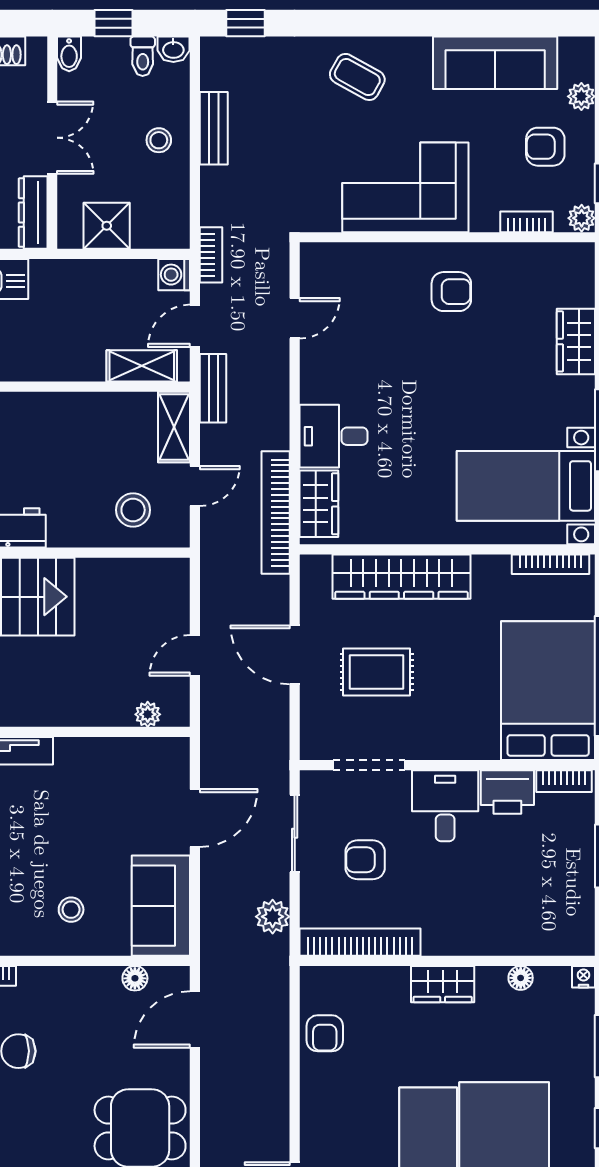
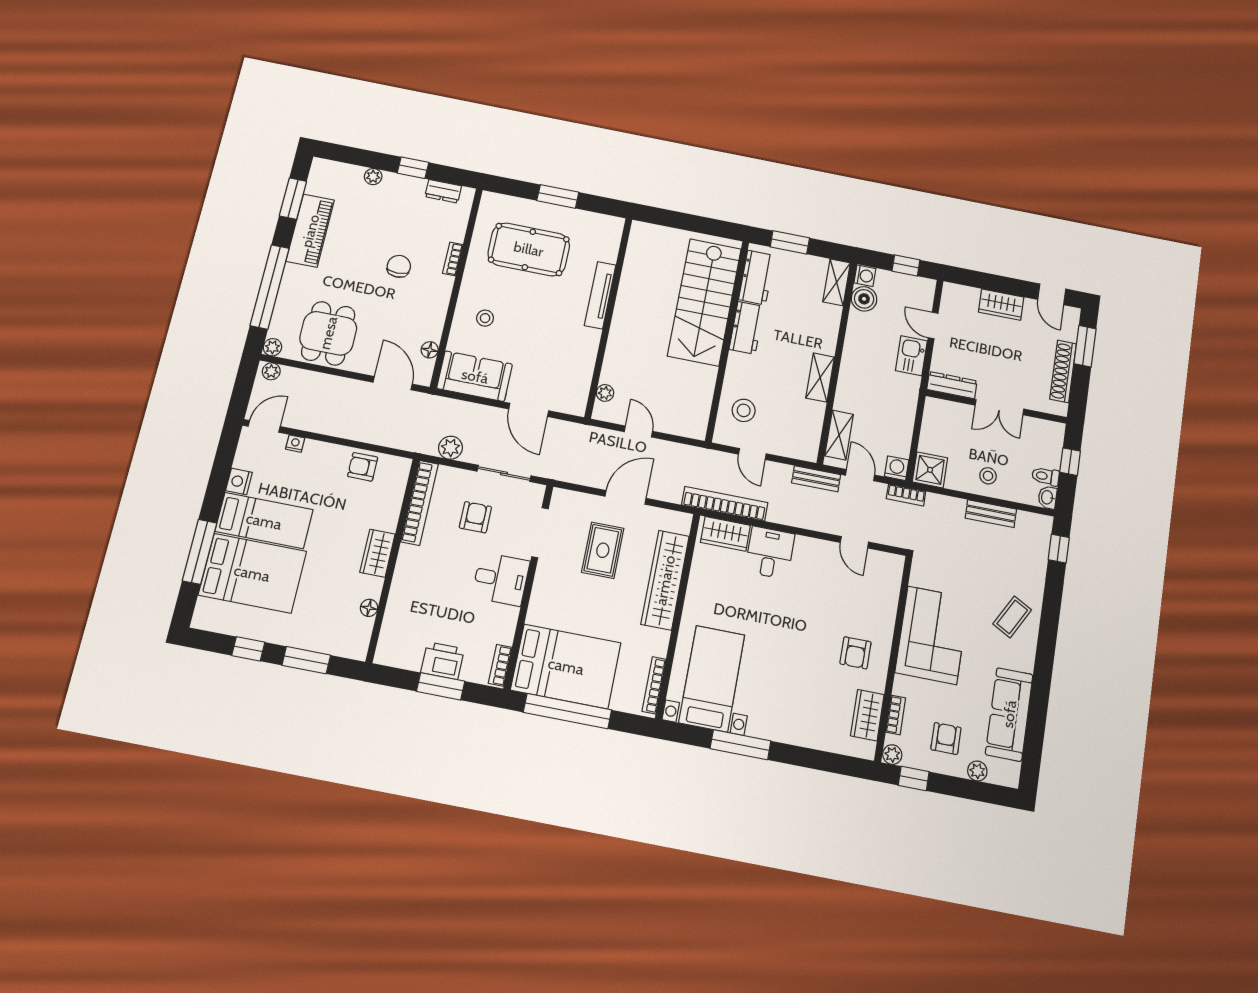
bidet: (69, 54) -> (1053, 429), removed
shower: (107, 226) -> (930, 470), moved
wardrobe: (576, 341) -> (867, 715), moved, turned -90
shelving: (174, 427) -> (820, 377), moved, turned 90
printer: (507, 792) -> (443, 661), moved, turned 90
nightstand: (584, 977) -> (295, 443), moved, turned -90

